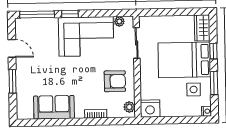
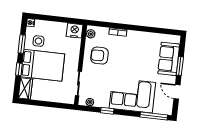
window: (70, 14) -> (107, 111), moved
corner sofa: (86, 36) -> (132, 95), moved
sofa: (54, 107) -> (169, 59), moved, turned 90

